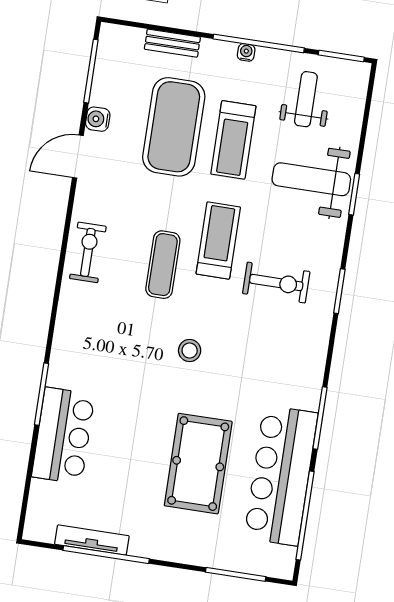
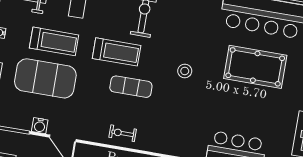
treadmill: (218, 240) -> (117, 52), turned 180
exercise bike: (88, 252) -> (123, 133), width x0.73, depth x0.72

